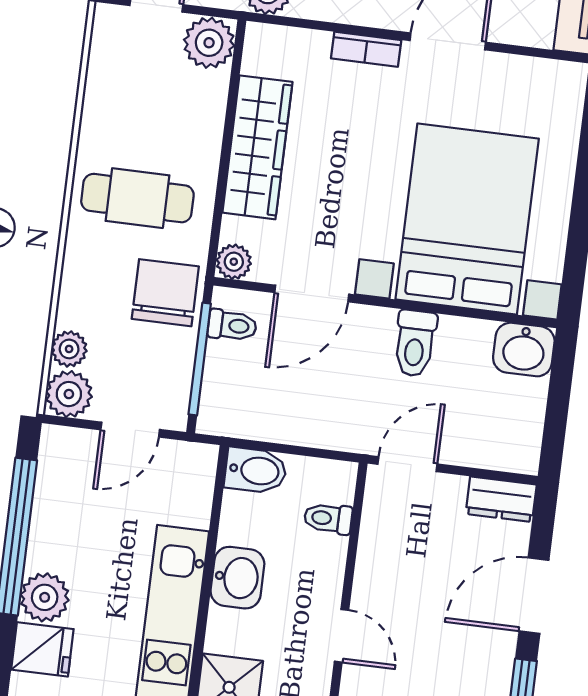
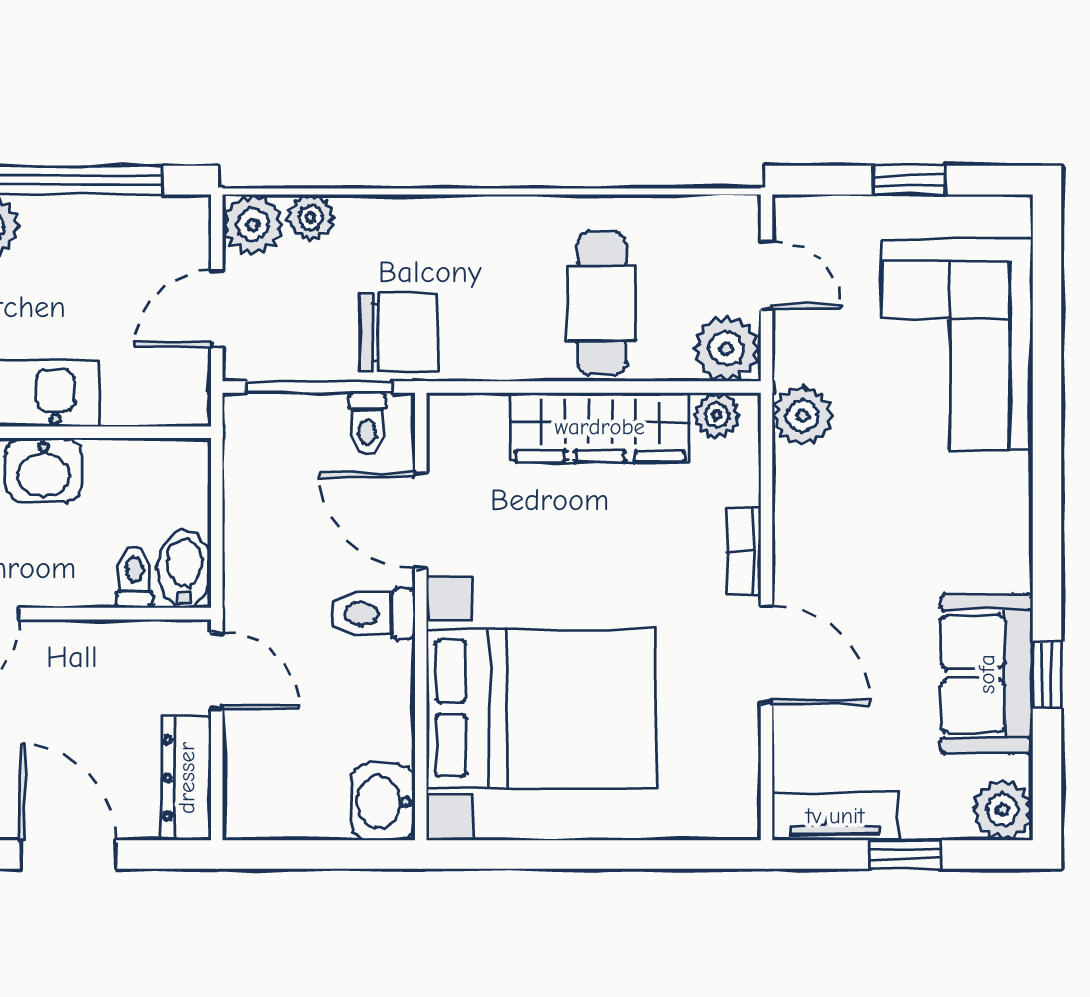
cafe table: (137, 198) -> (602, 303), moved
plant: (234, 262) -> (717, 415), moved
toilet: (415, 343) -> (373, 614), moved
door: (130, 430) -> (217, 309), hinge flipped
bidet: (256, 470) -> (184, 569), moved, turned 180
dresser: (501, 499) -> (187, 778), width x1.44

